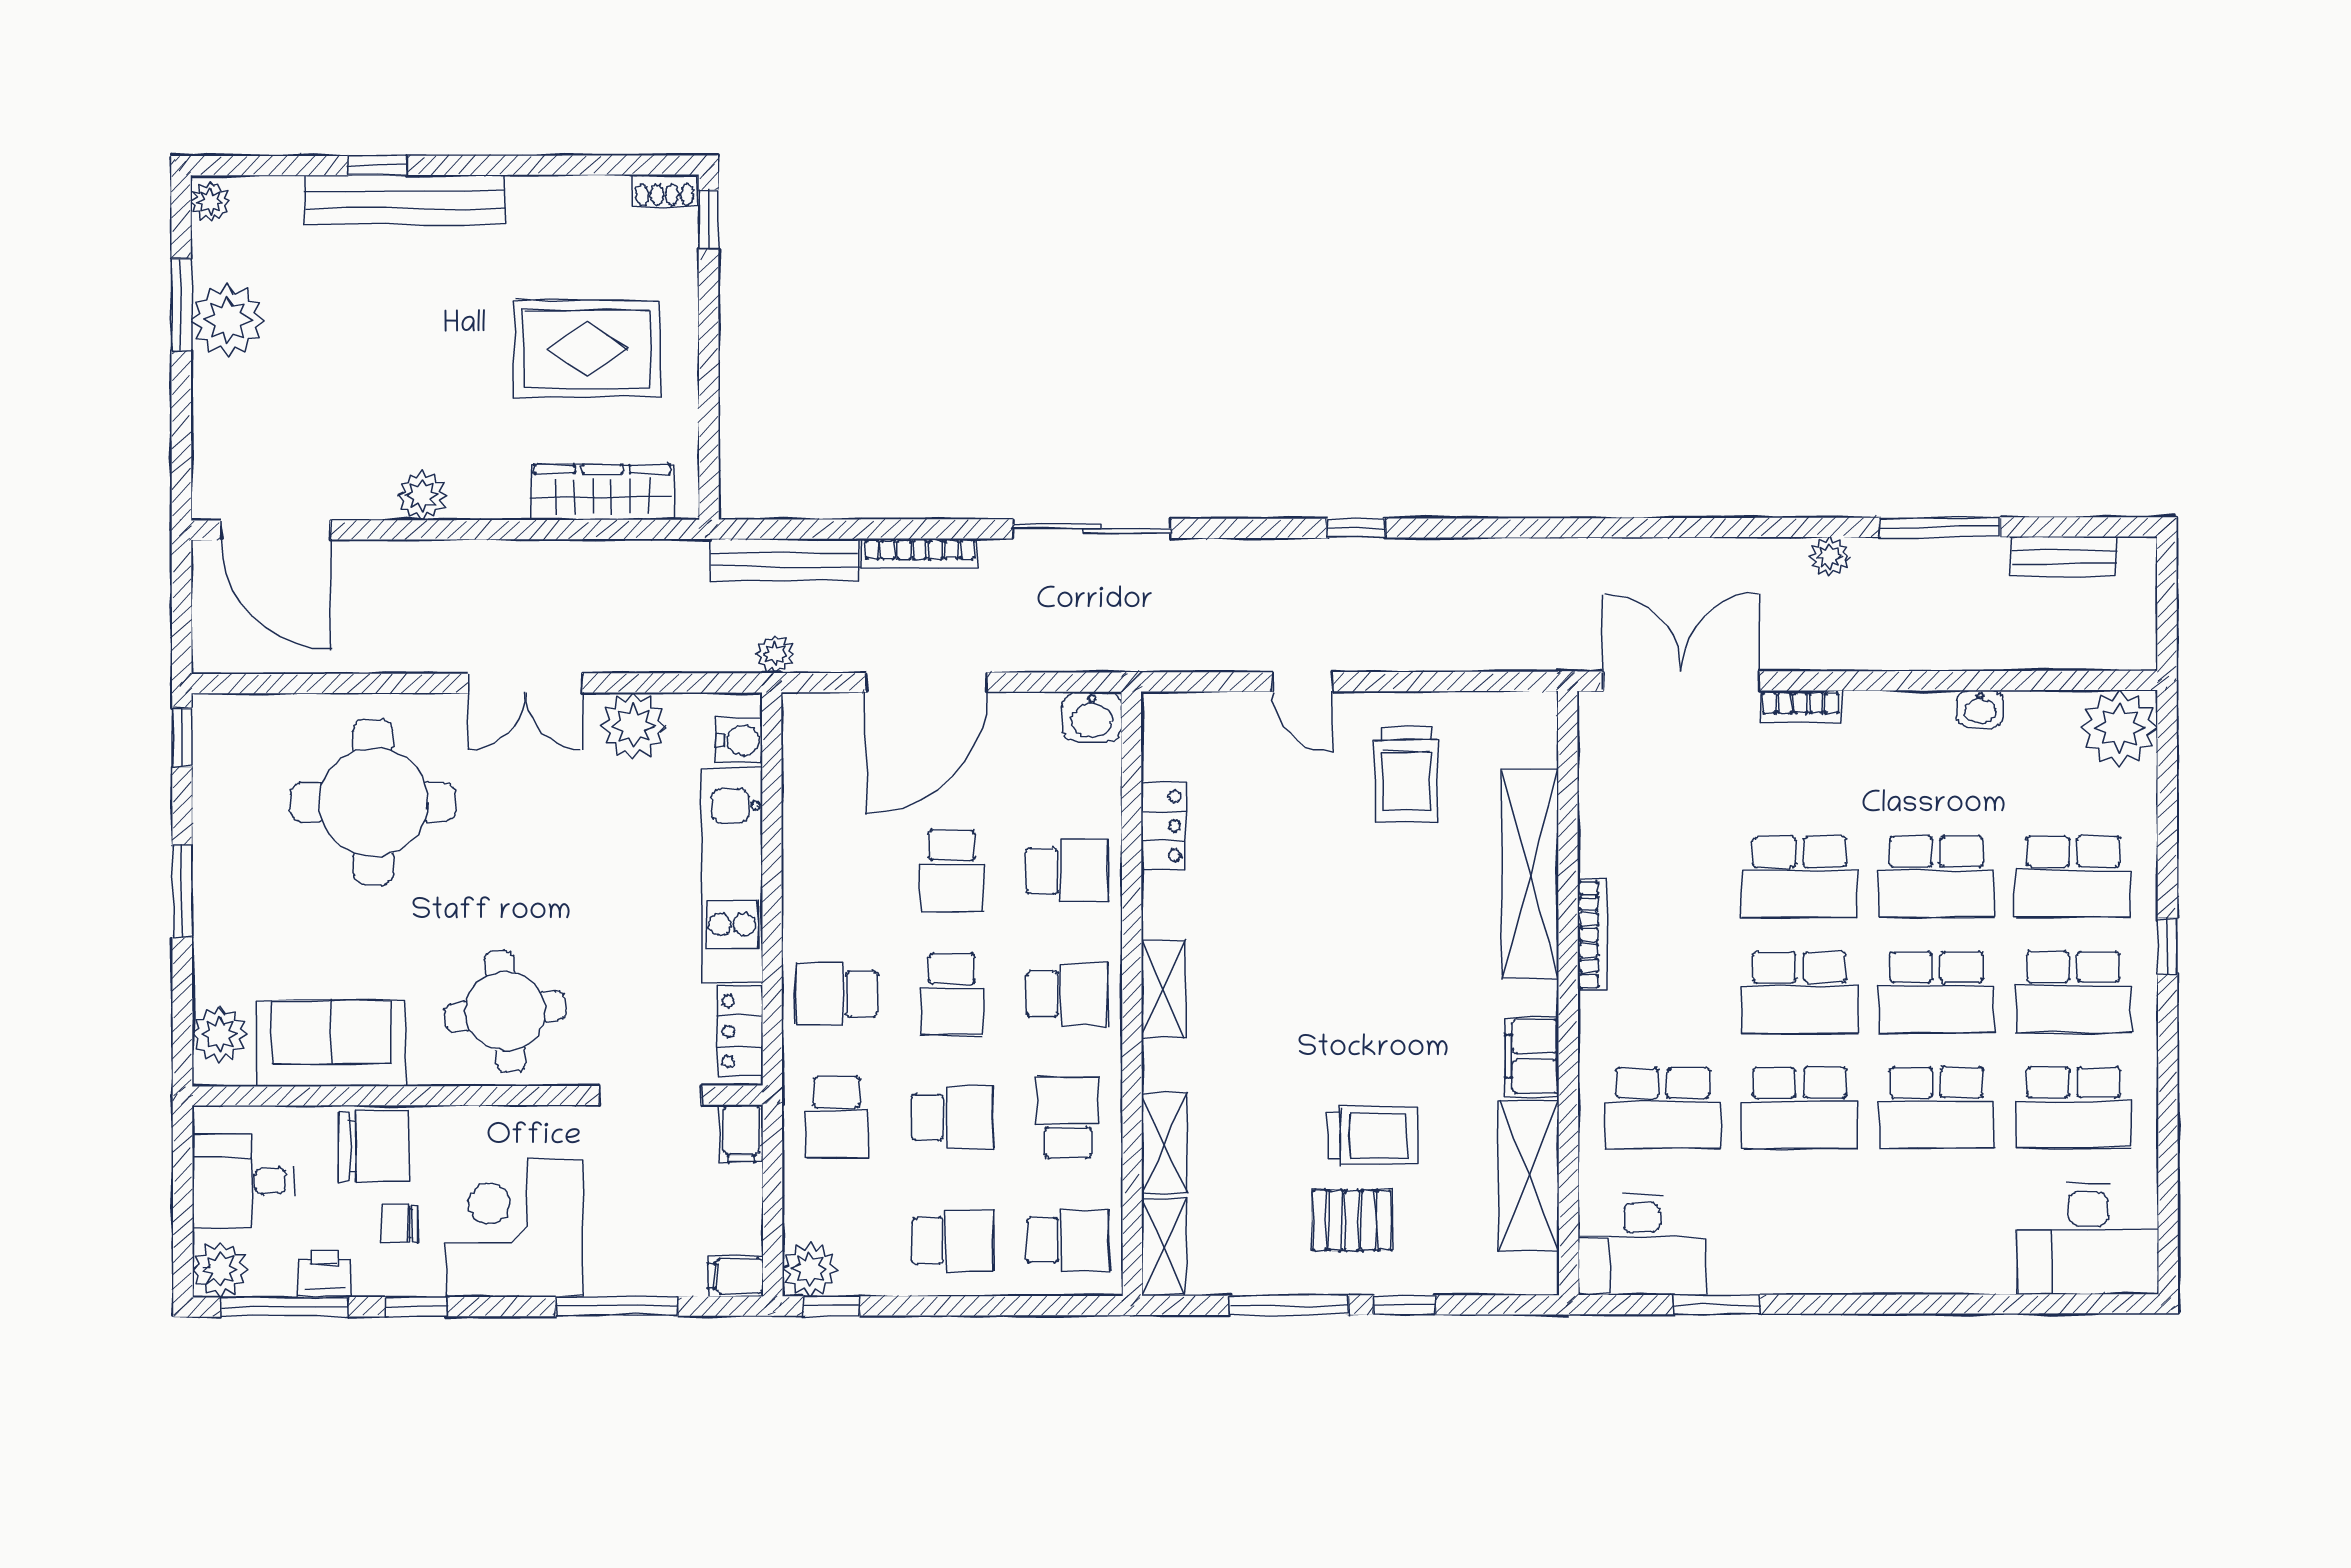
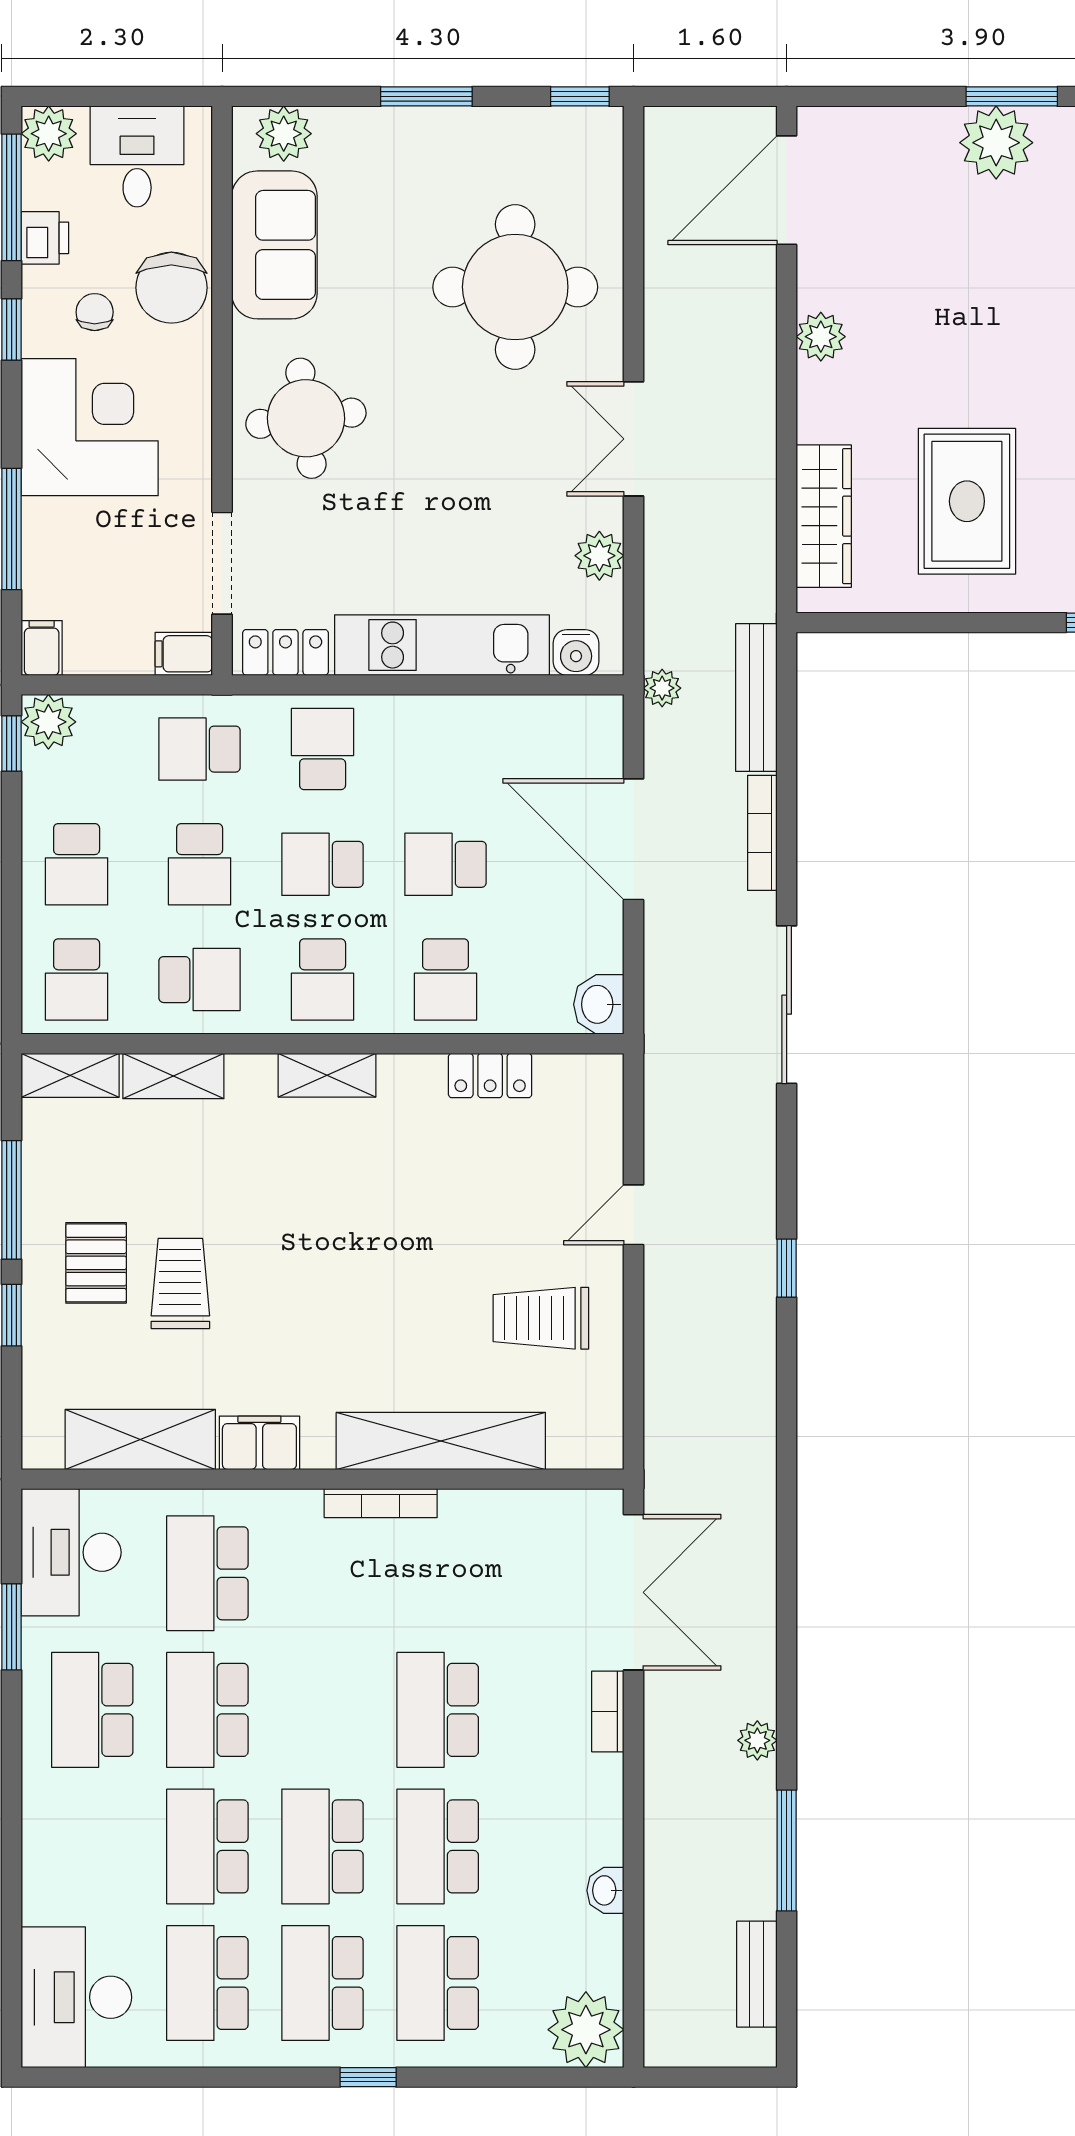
plant: (633, 726) -> (599, 556), width x0.73, depth x0.73
school desk: (1799, 993) -> (92, 1710), moved
trolley: (1372, 1136) -> (180, 1283), turned 180

